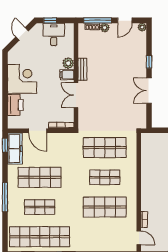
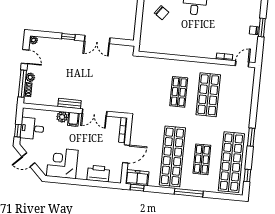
corner desk: (22, 79) -> (62, 163), moved
shop shelf: (105, 148) -> (149, 89), removed
freezer: (15, 149) -> (137, 178), width x0.71
shop shelf: (40, 177) -> (172, 156), width x1.40

